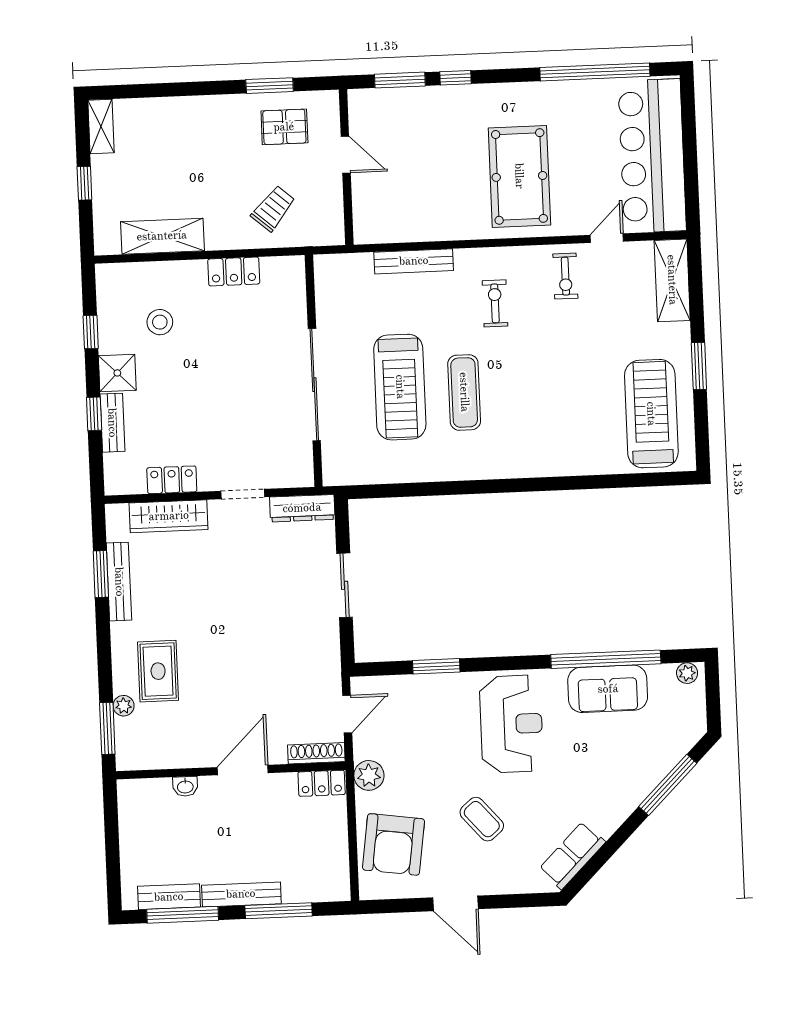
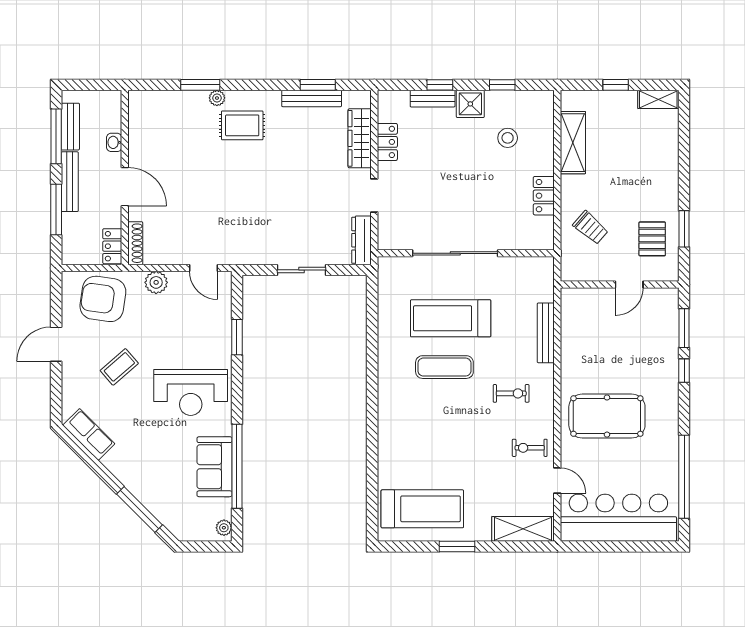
shoe rack: (316, 753) -> (135, 243), moved
door: (243, 770) -> (125, 187), moved
wall: (231, 771) -> (125, 177), moved
locker: (322, 783) -> (112, 246), moved
washbasin: (185, 786) -> (114, 142), moved

